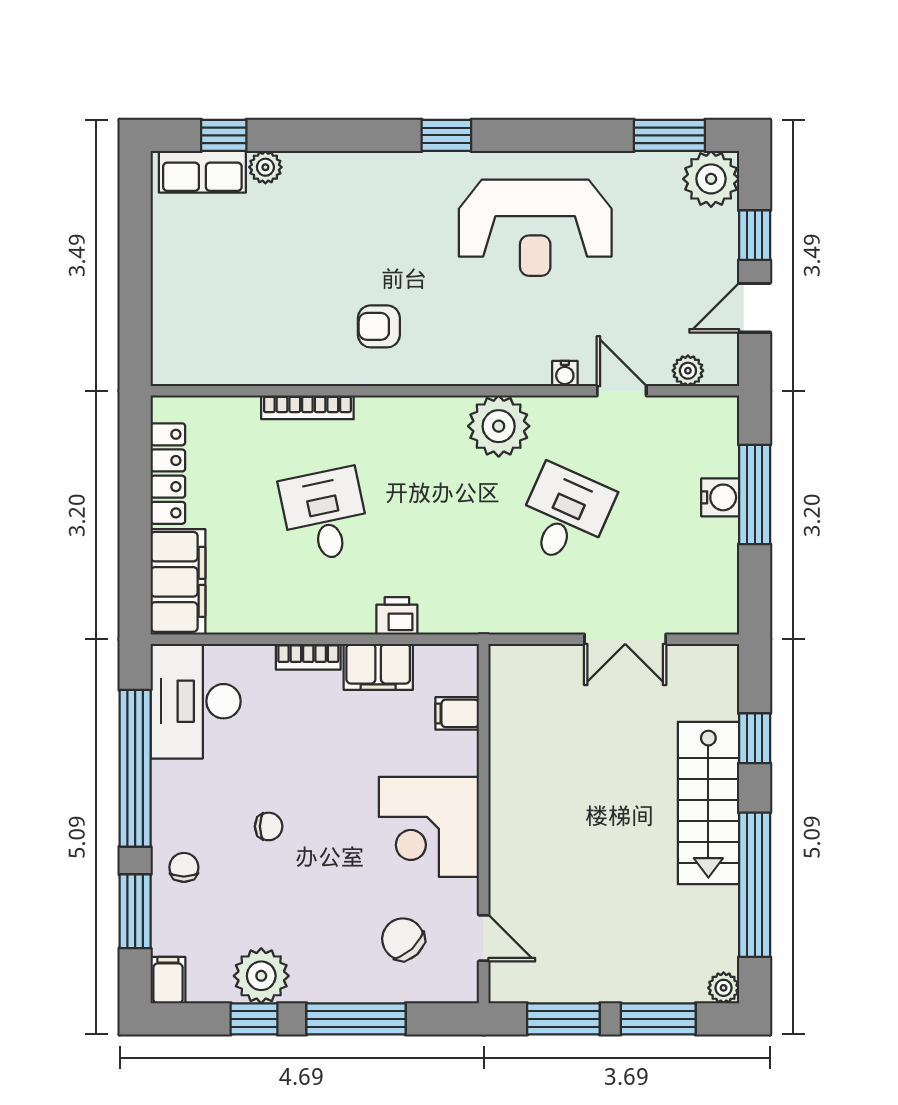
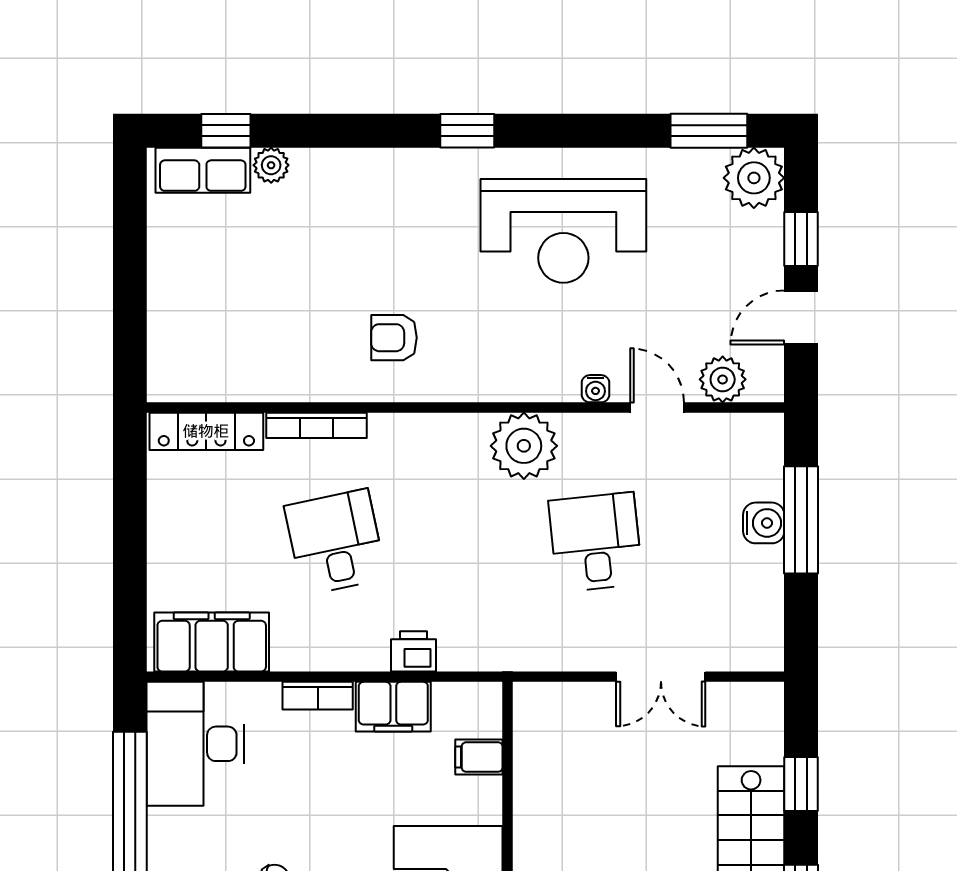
plant: (688, 371) -> (723, 379), width x1.38, depth x1.38
locker: (168, 474) -> (206, 431), moved, turned 90
desk: (565, 515) -> (596, 542), turned -30
filing cabinet: (178, 582) -> (212, 642), moved, turned -90

